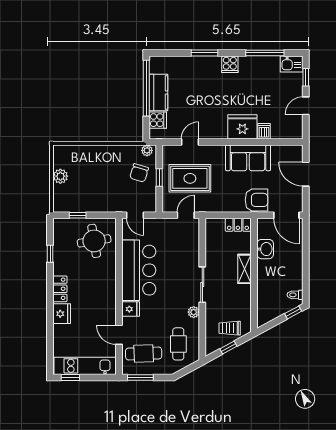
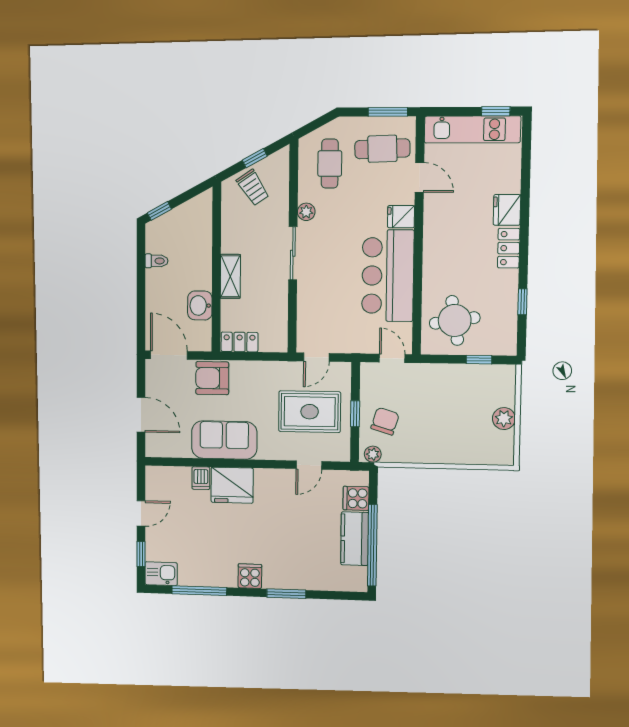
toilet: (295, 295) -> (156, 261), moved
trolley: (230, 328) -> (253, 188), turned 56

